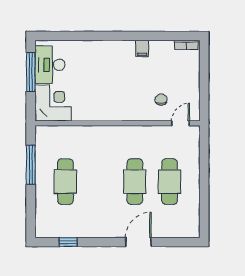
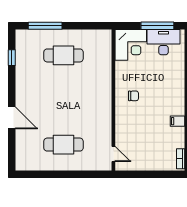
chair: (161, 100) -> (133, 96), moved
window: (31, 165) -> (45, 26), moved
cafe table: (135, 182) -> (63, 115), removed

